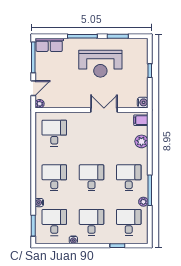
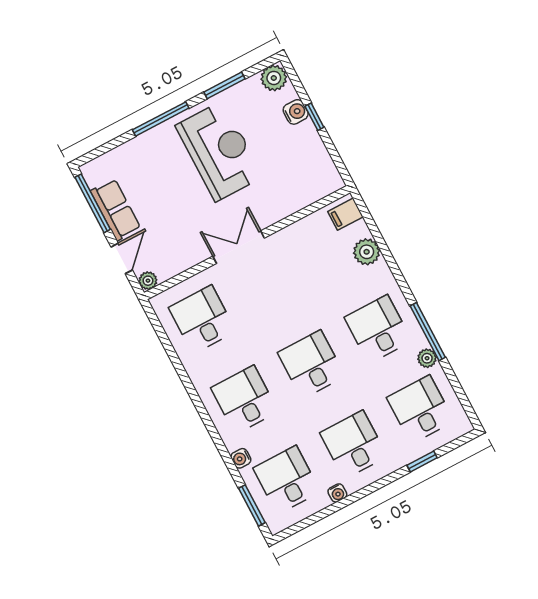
plant: (141, 44) -> (274, 78), added
row of seats: (49, 45) -> (116, 210), moved, turned -90
reception desk: (100, 64) -> (219, 151), turned -90
water cooler: (143, 102) -> (296, 112), moved
double door: (104, 110) -> (239, 247), moved

